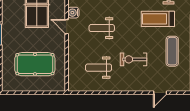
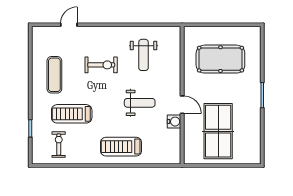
treadmill: (158, 19) -> (72, 114), turned 180
weight bench: (99, 68) -> (144, 55), turned 90

